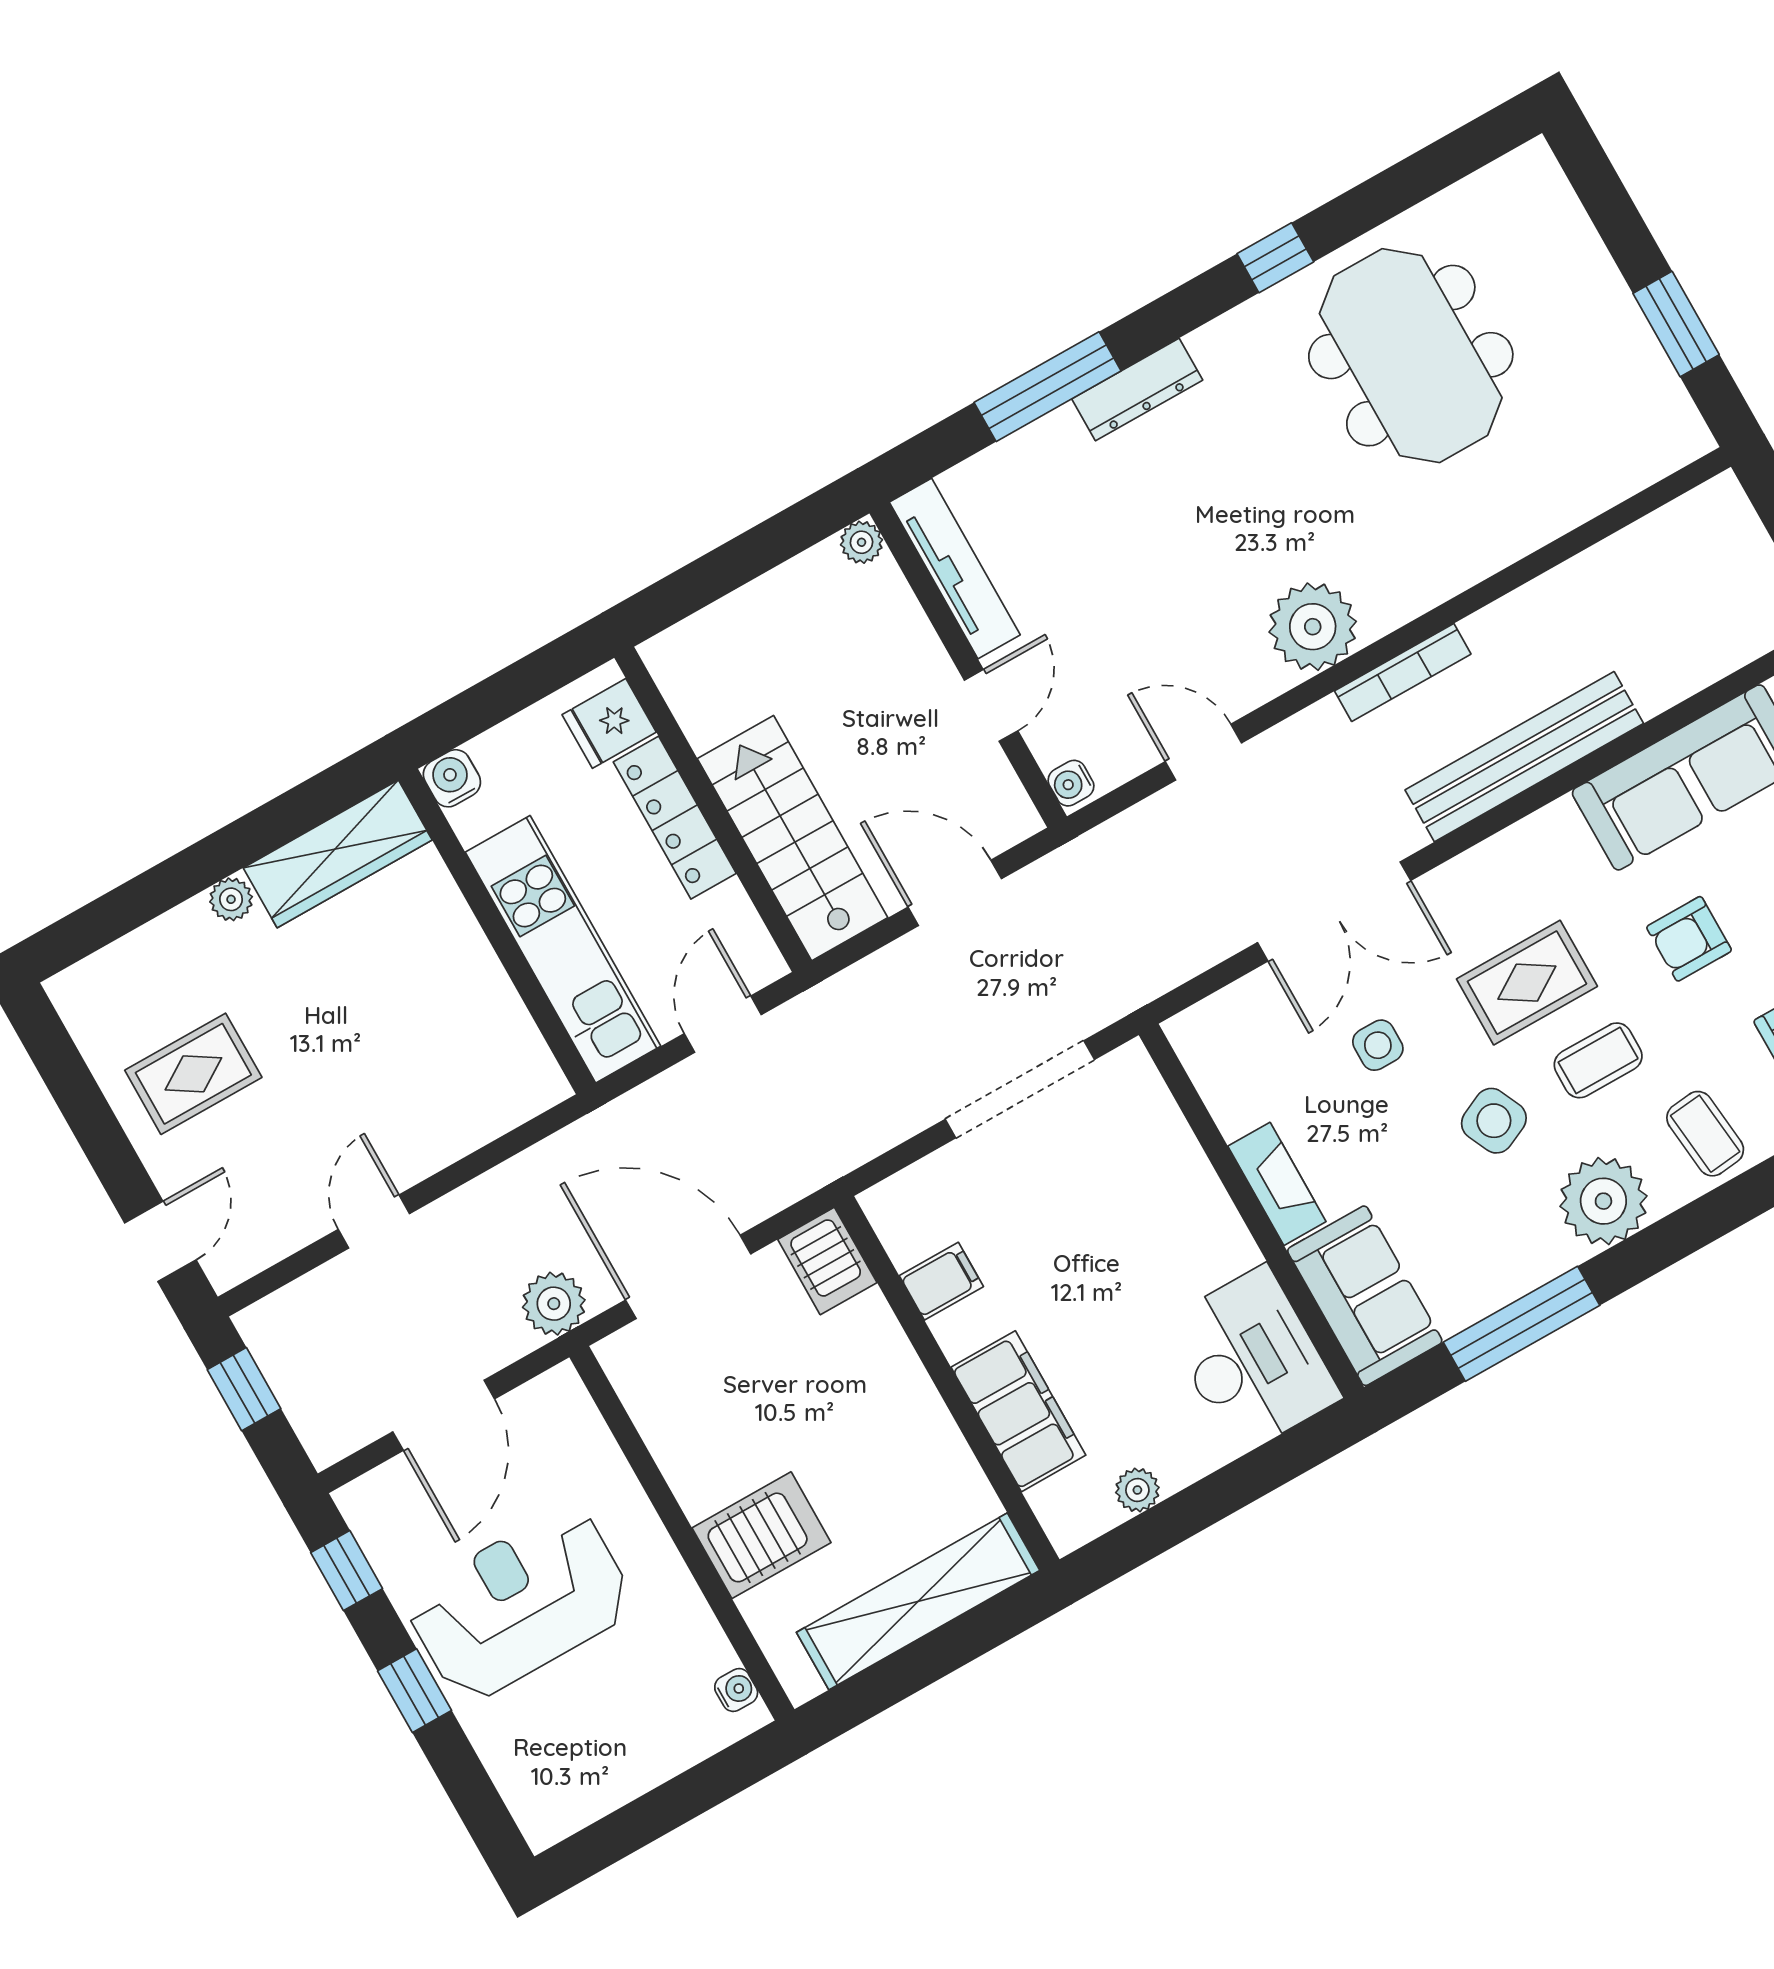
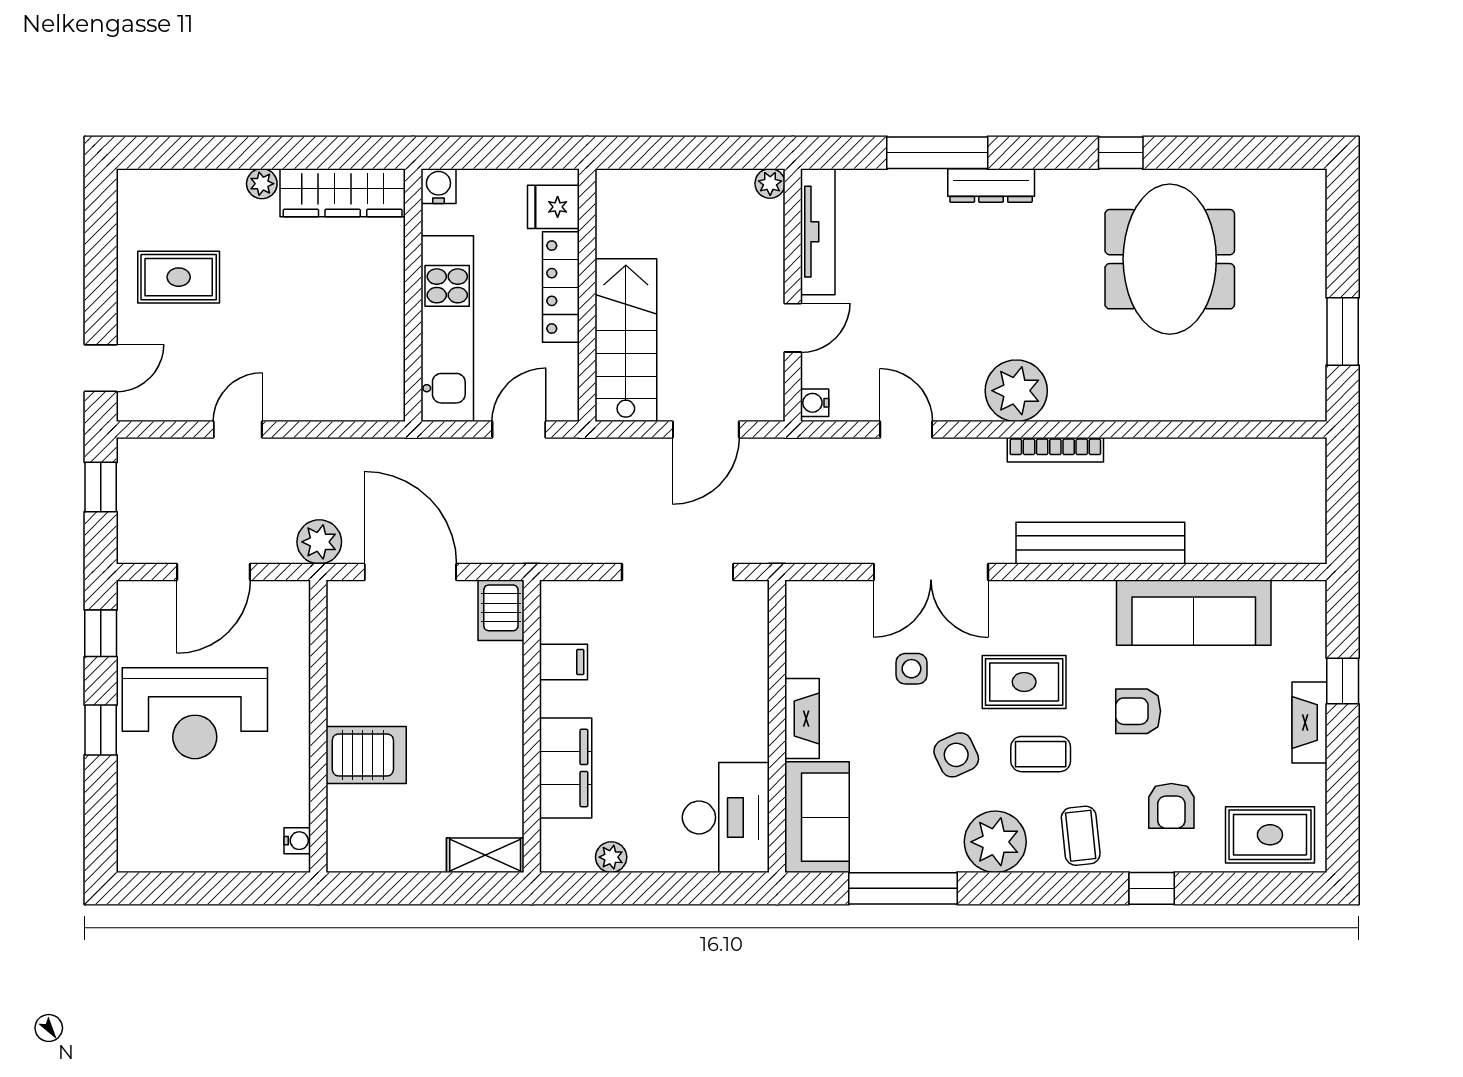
door: (955, 893) -> (706, 430), swing flipped
shelving: (918, 1601) -> (485, 855), width x0.45, depth x0.75
reception desk: (520, 1604) -> (195, 713), turned 180

